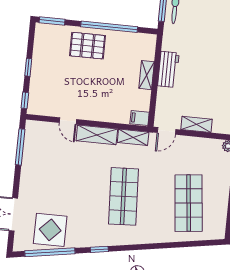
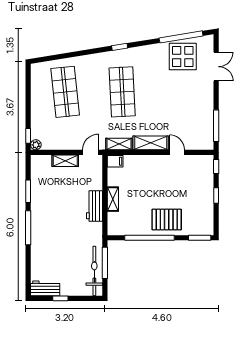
window: (99, 249) -> (120, 47), moved

